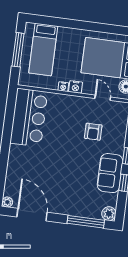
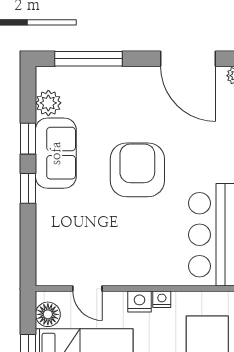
armchair: (93, 132) -> (137, 170), moved, width x1.88, depth x1.88
plant: (109, 214) -> (48, 103), moved

